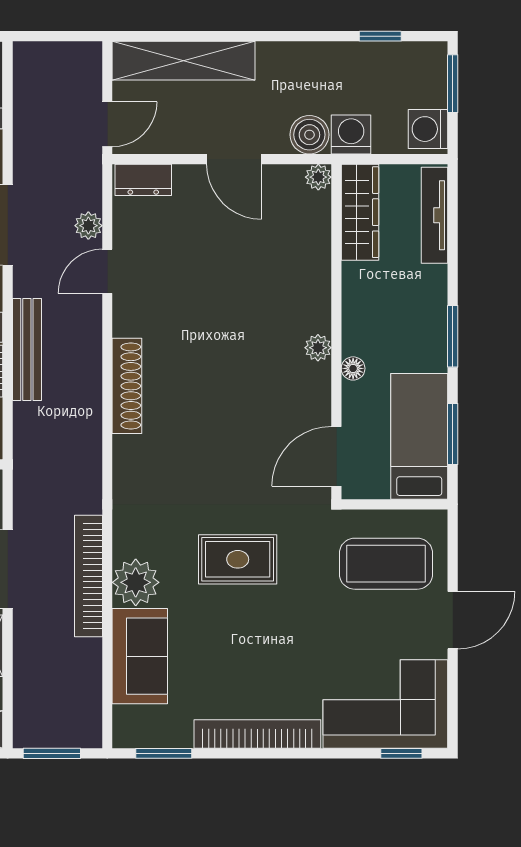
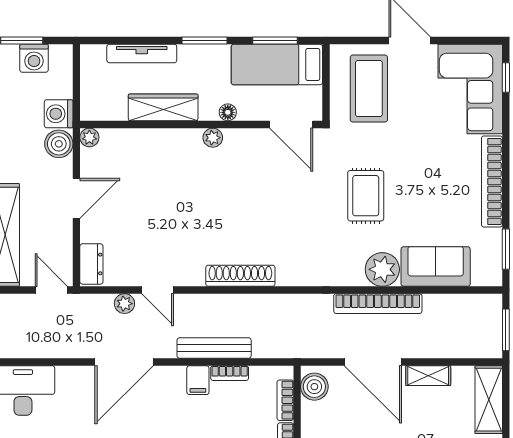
washing machine: (428, 129) -> (34, 58), moved
wardrobe: (360, 212) -> (163, 107), moved
tv unit: (434, 215) -> (142, 53), moved

